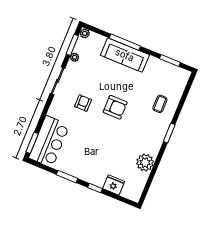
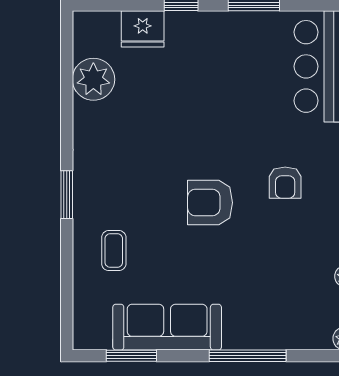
sofa: (125, 55) -> (167, 327), moved
plant: (145, 163) -> (93, 79), moved

